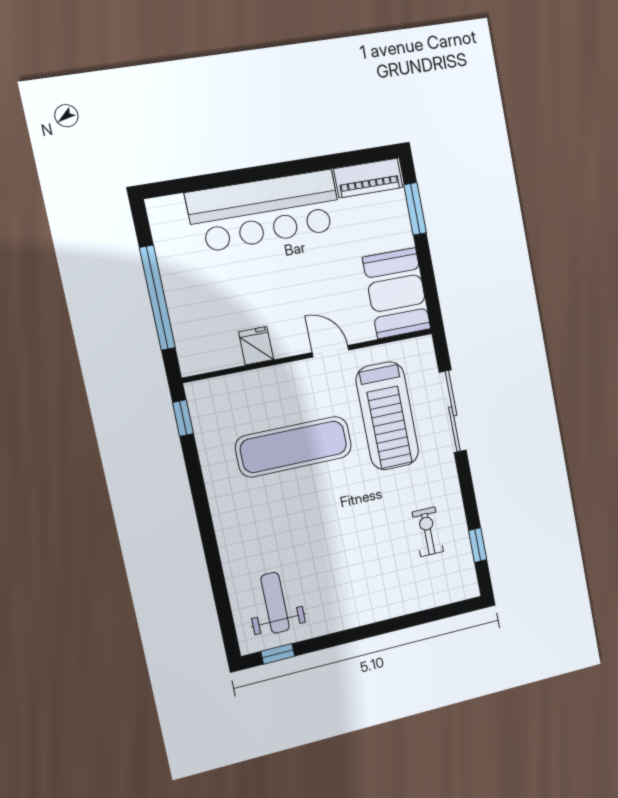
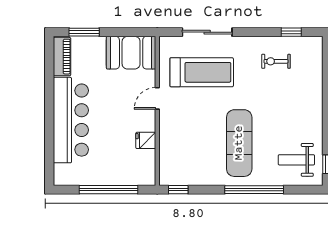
exercise mat: (294, 447) -> (239, 143), moved
window: (210, 545) -> (254, 190), added

